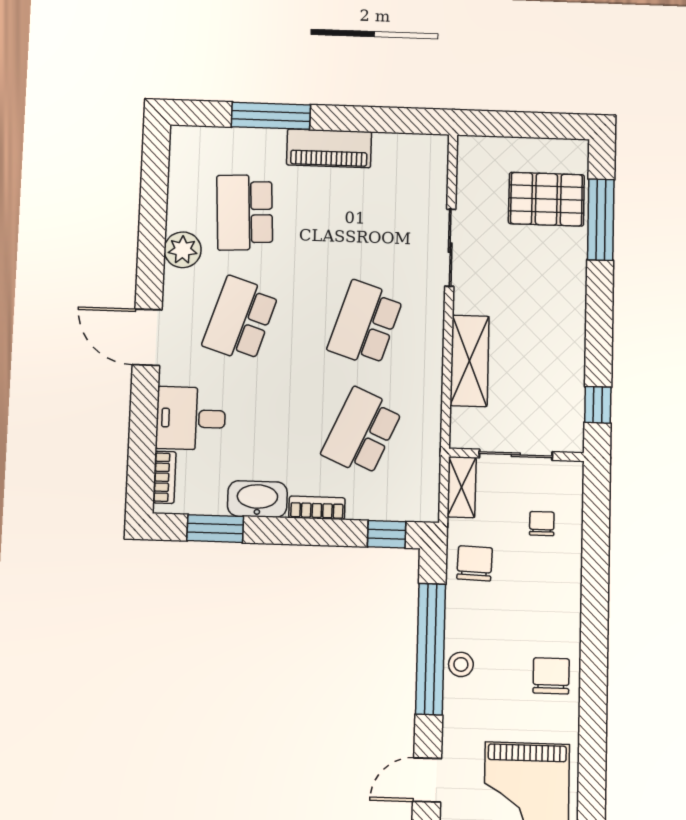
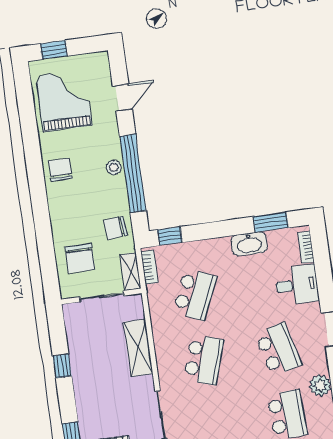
school desk: (240, 319) -> (278, 349), turned -33
window: (598, 405) -> (62, 366), moved
bookcase: (317, 508) -> (149, 267), moved, turned -90
chair: (542, 523) -> (80, 258), width x1.87, depth x1.87
chair: (475, 563) -> (115, 228), turned 83
chair: (551, 676) -> (60, 170), turned 180

